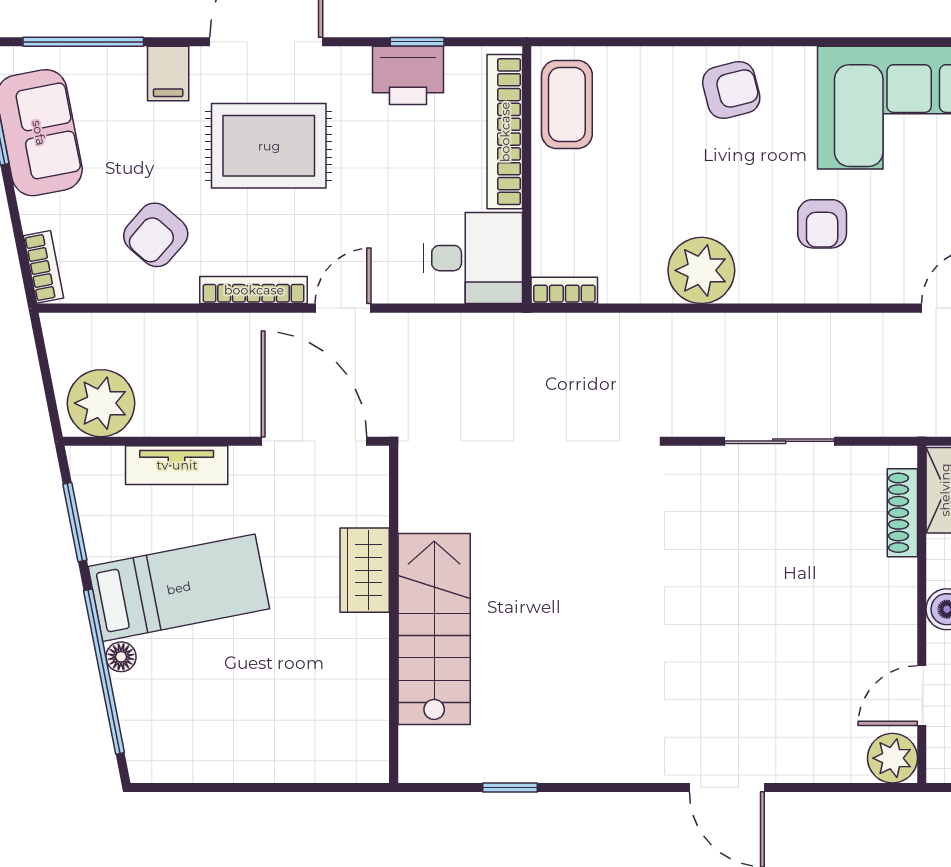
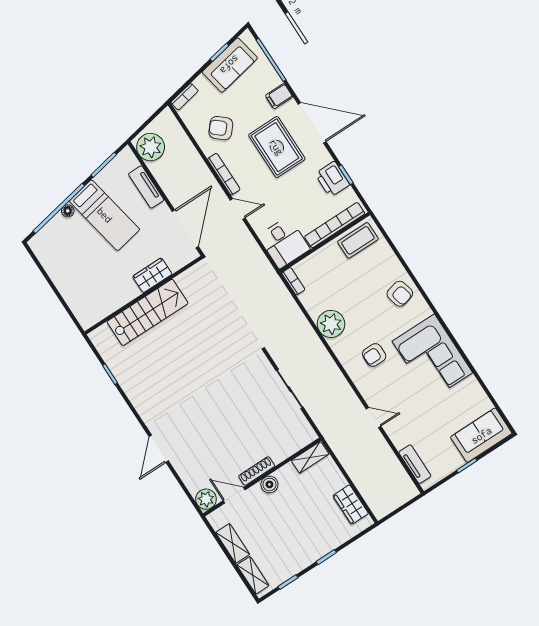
shoe rack: (902, 513) -> (257, 471), moved

